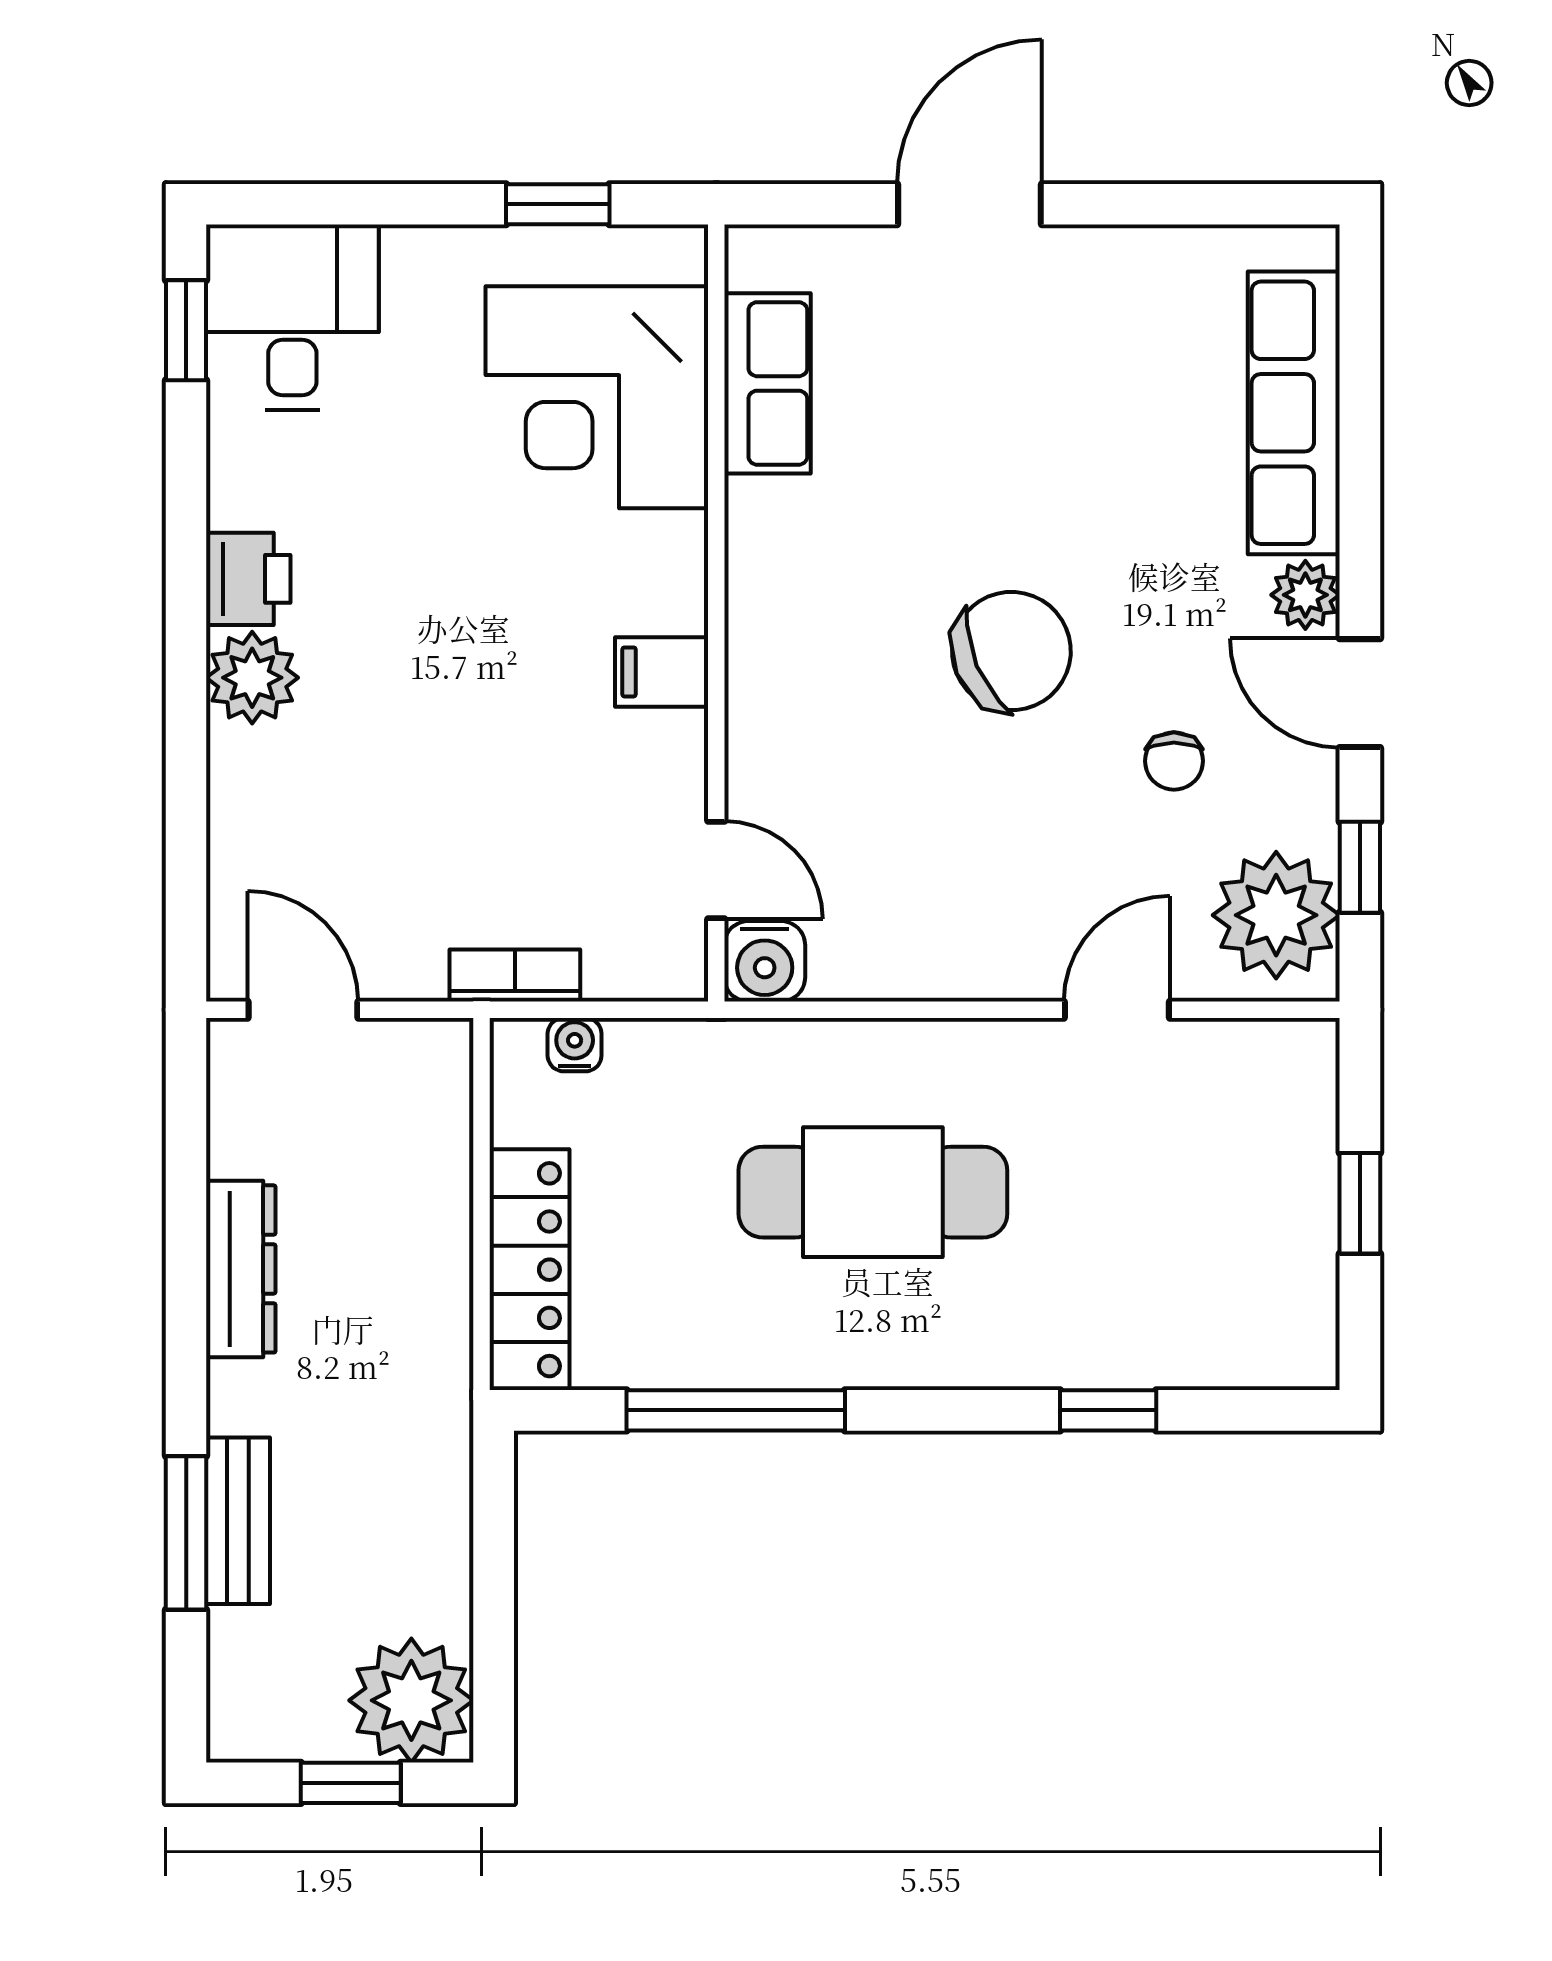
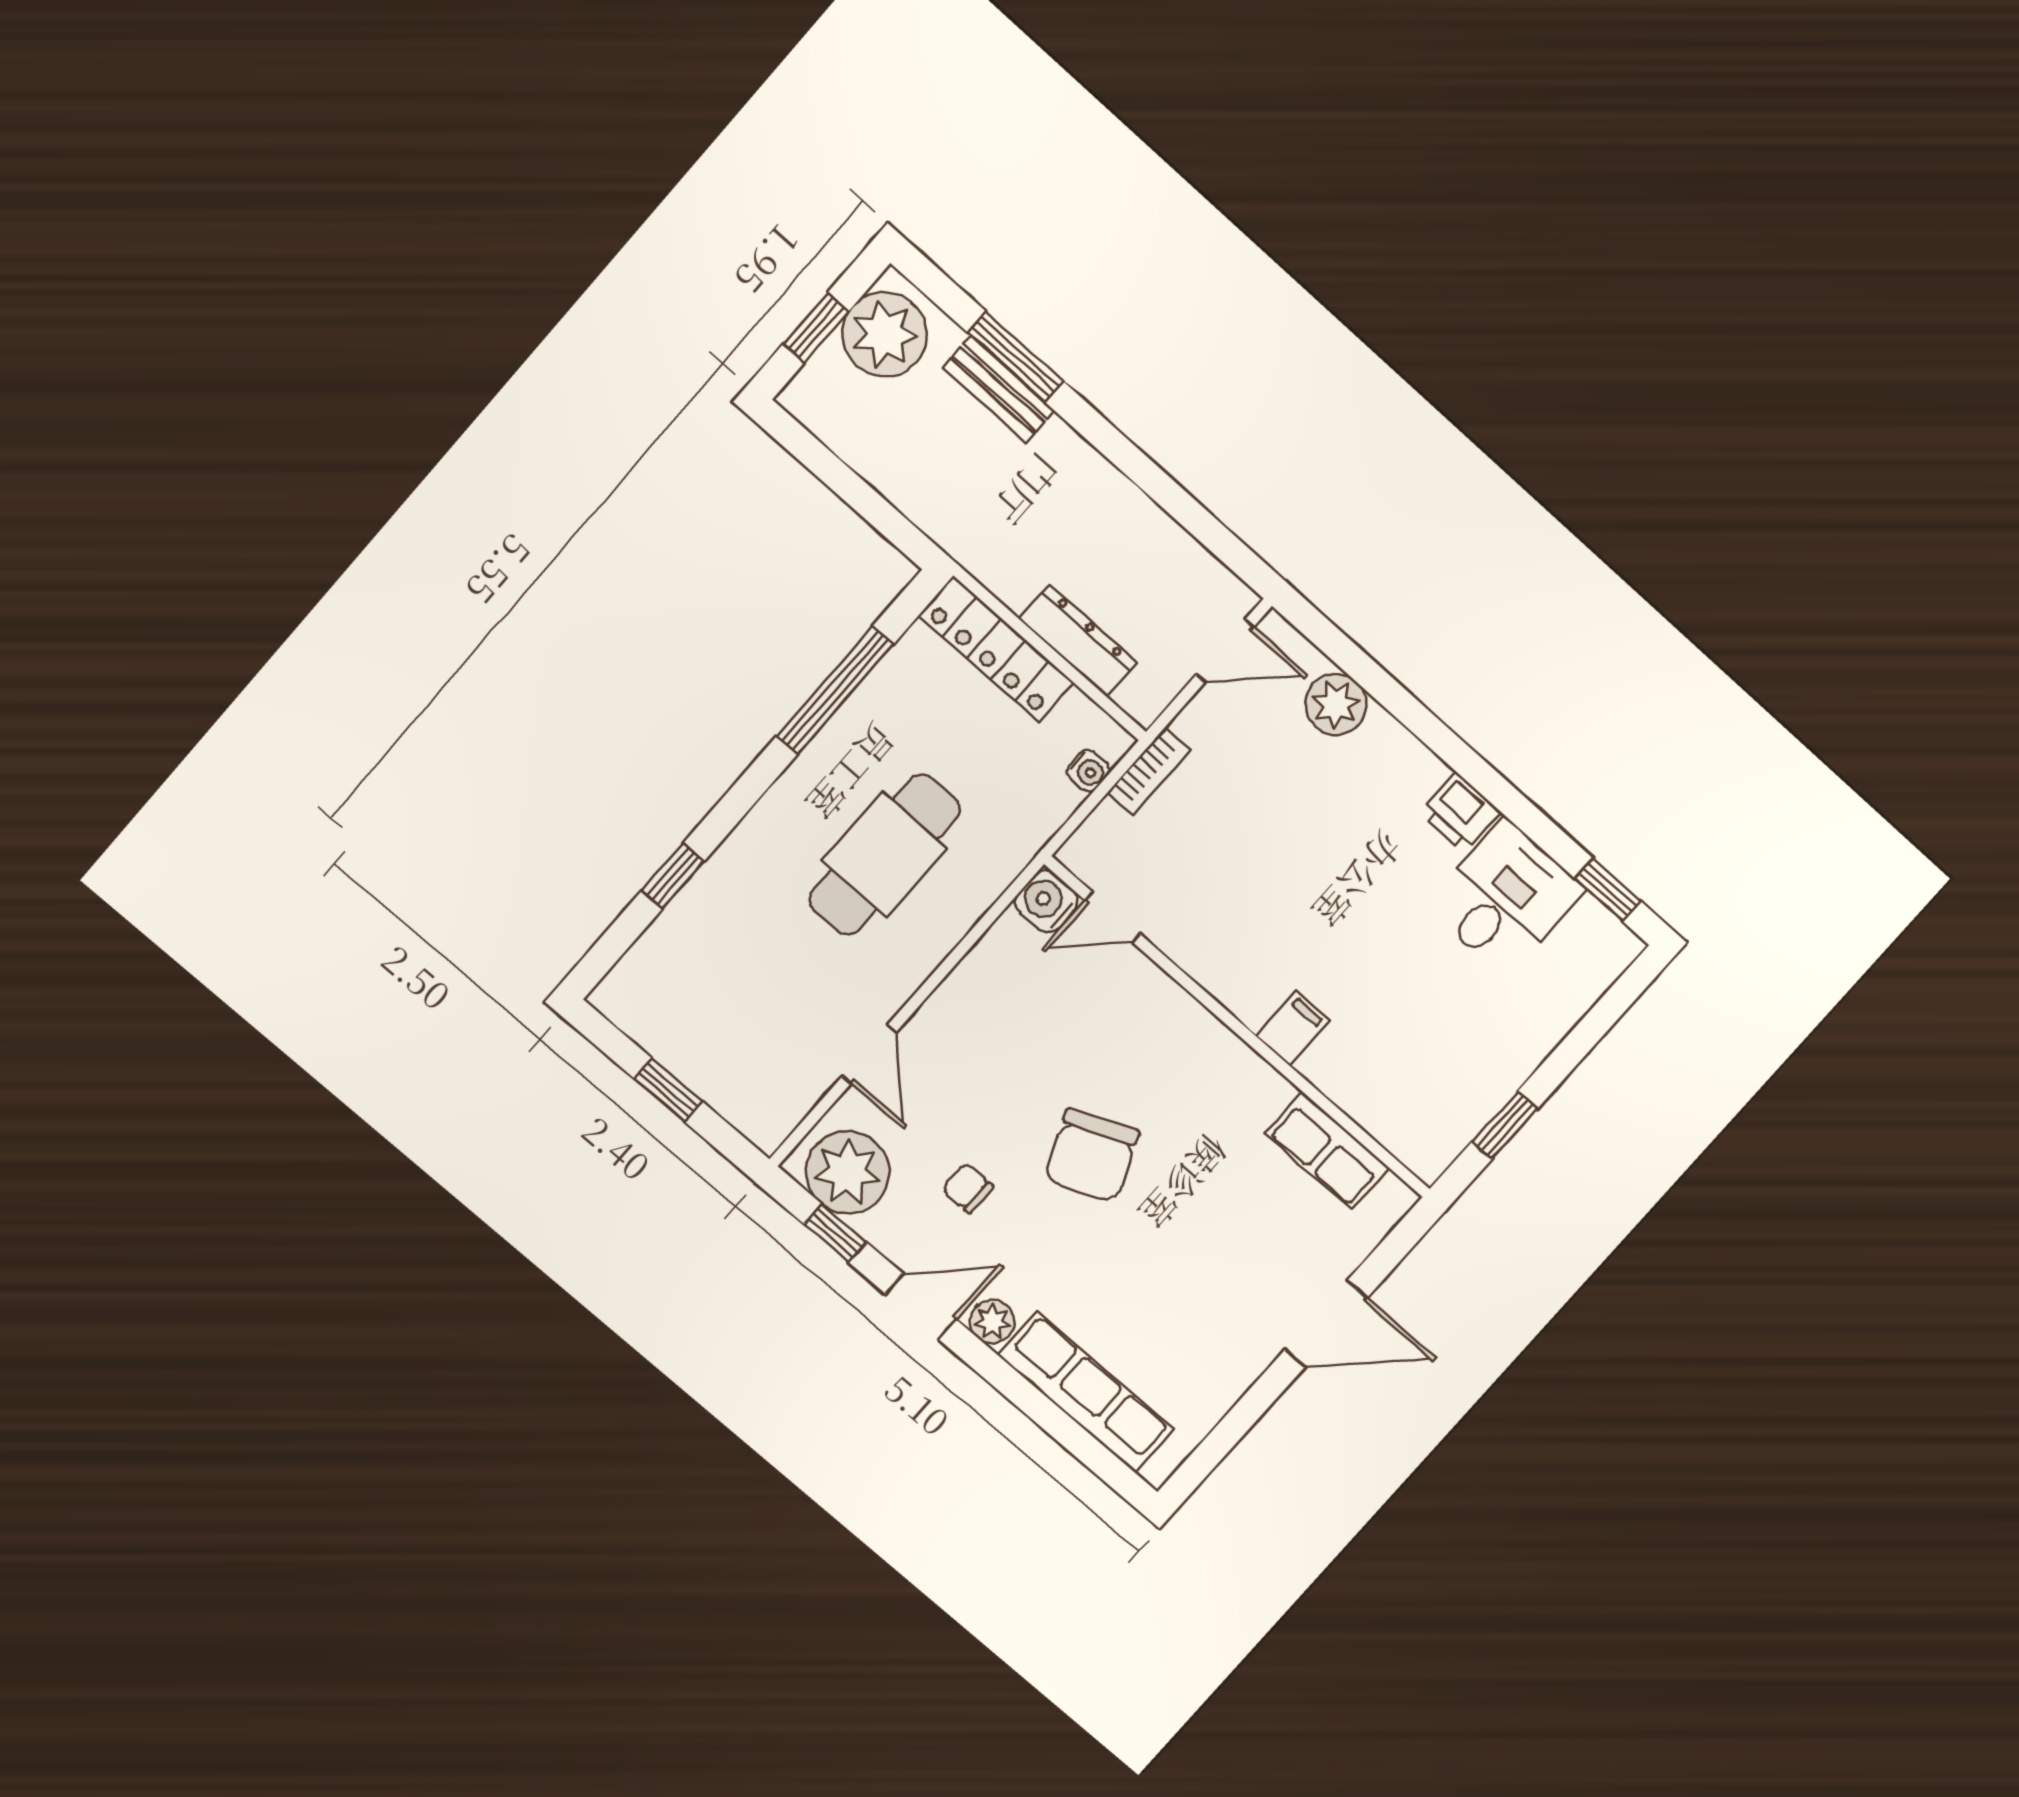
door: (969, 204) -> (1326, 1324), hinge flipped
desk: (292, 317) -> (1505, 898), moved, turned -90
corner desk: (597, 397) -> (1395, 1062), removed
filing cabinet: (662, 672) -> (1293, 1028), moved
plant: (252, 678) -> (1336, 704), moved
dresser: (241, 1269) -> (1078, 641), moved, turned 180
plant: (411, 1700) -> (885, 334), moved

